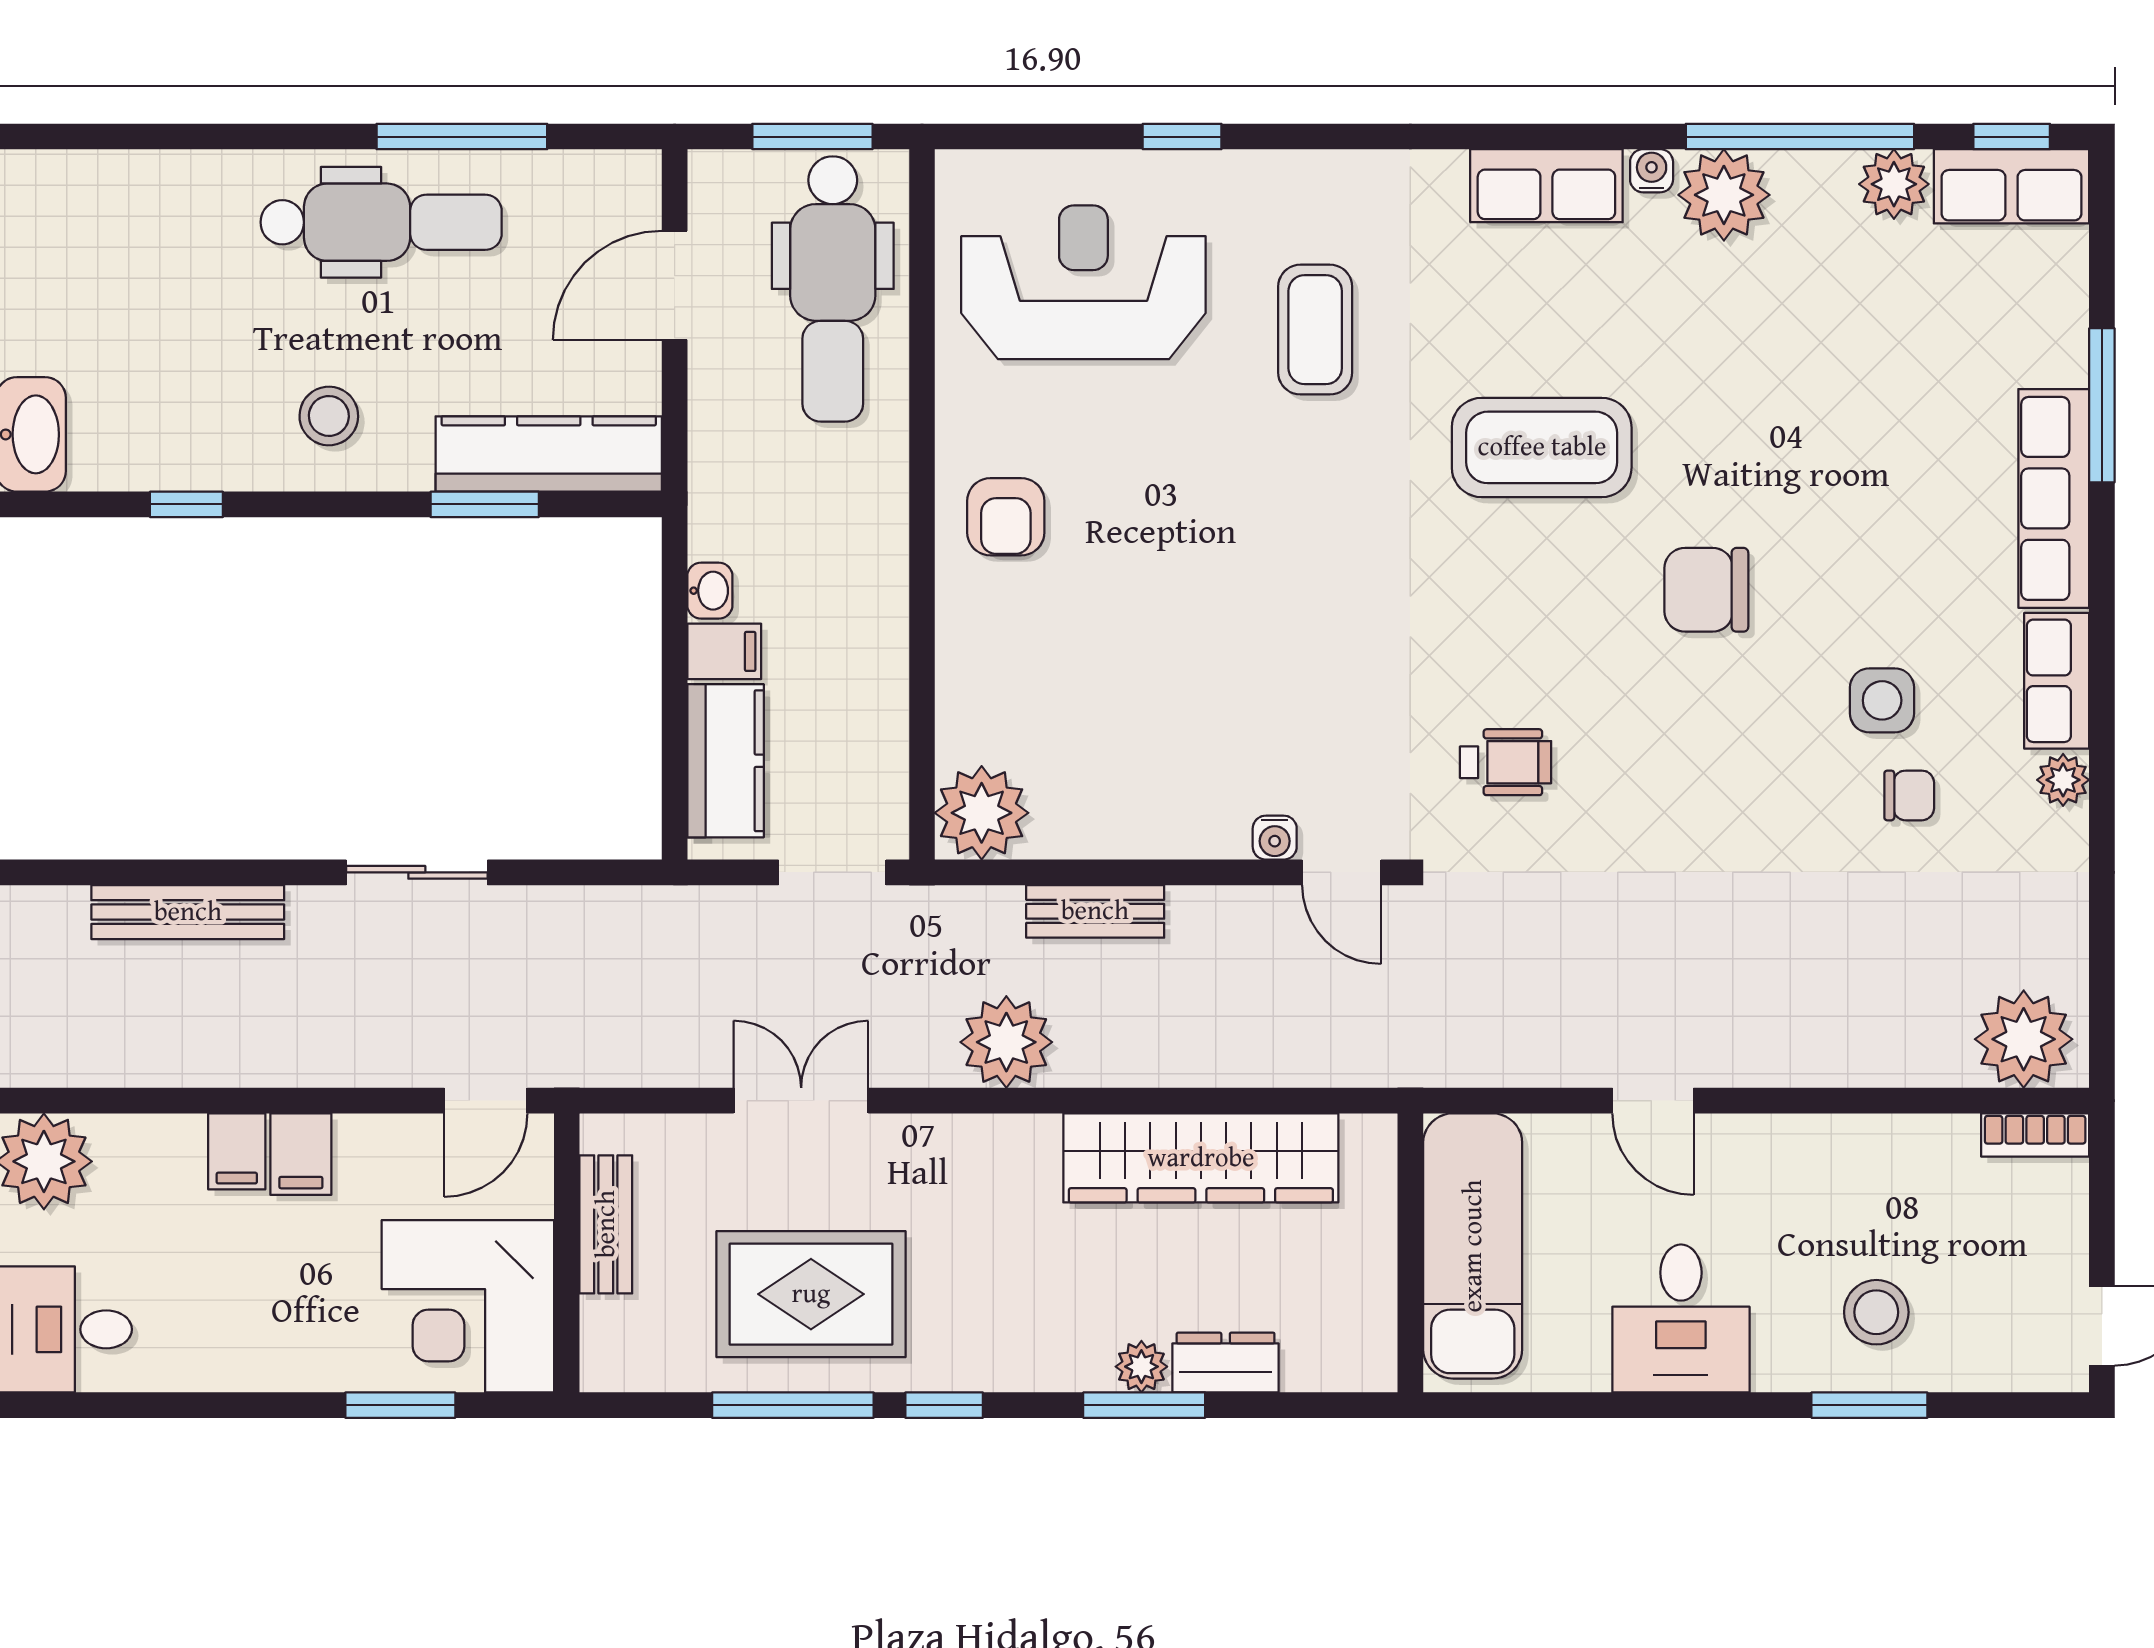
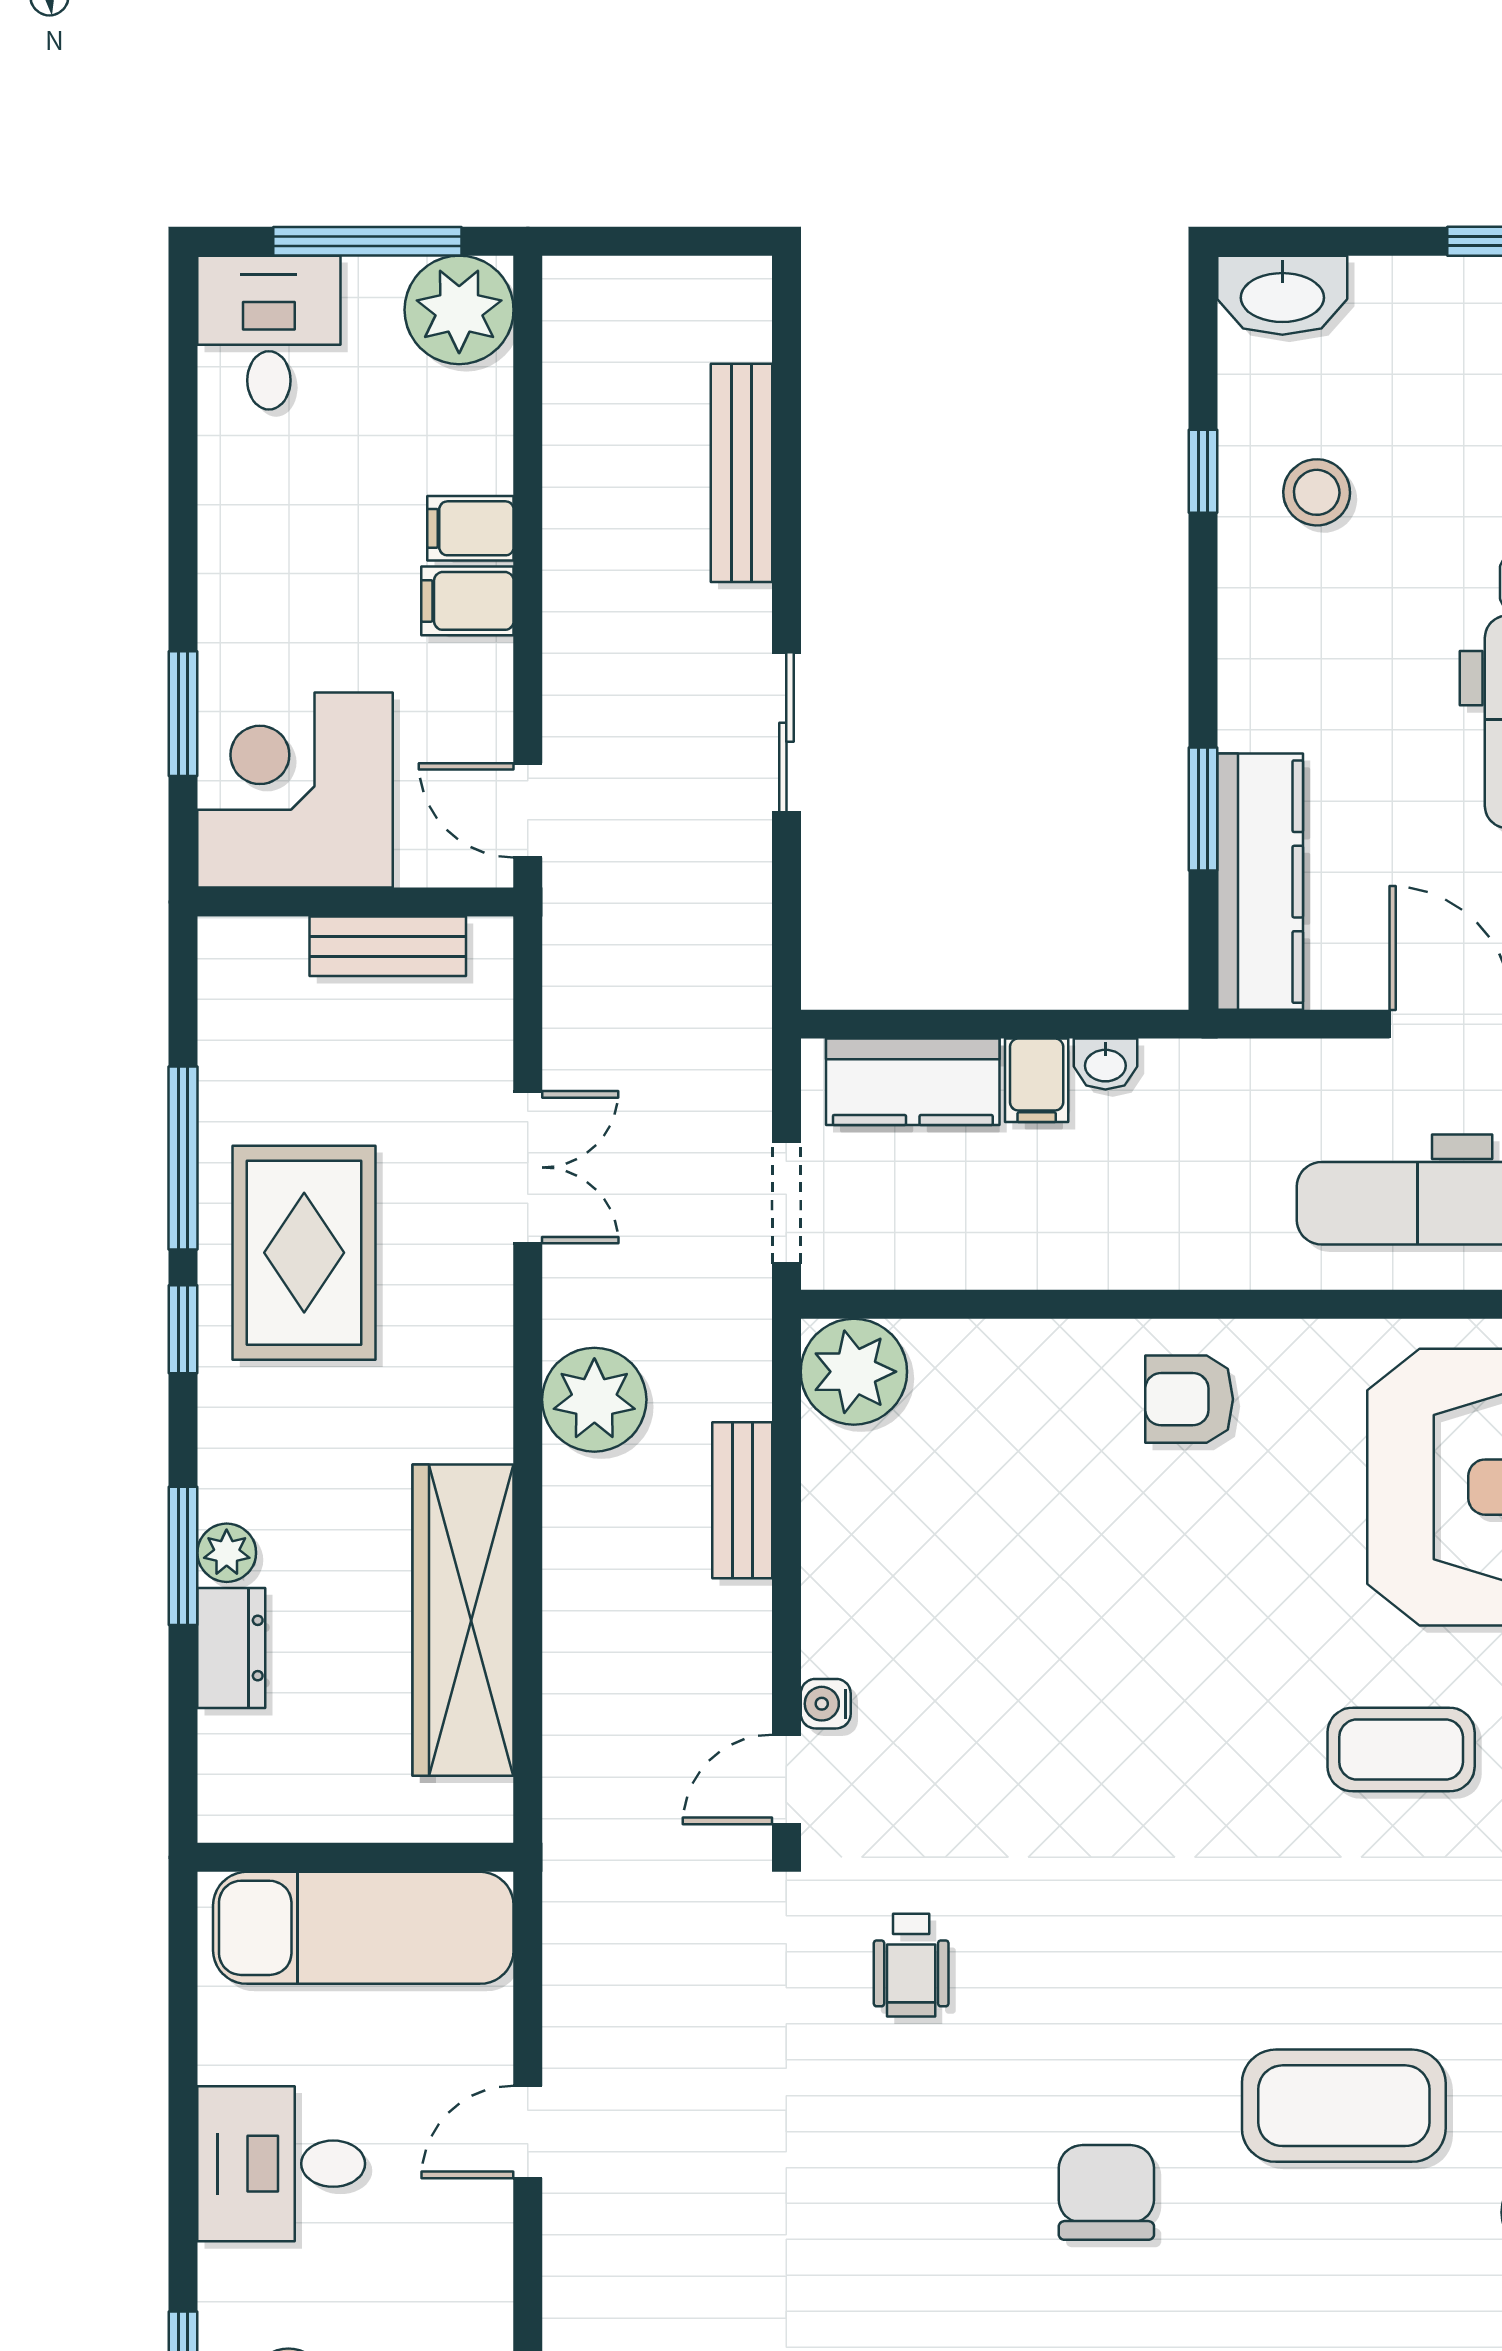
stool: (329, 416) -> (1317, 492), moved
coffee table: (1542, 447) -> (1344, 2106), moved, turned 90
rug: (811, 1294) -> (304, 1253), moved

